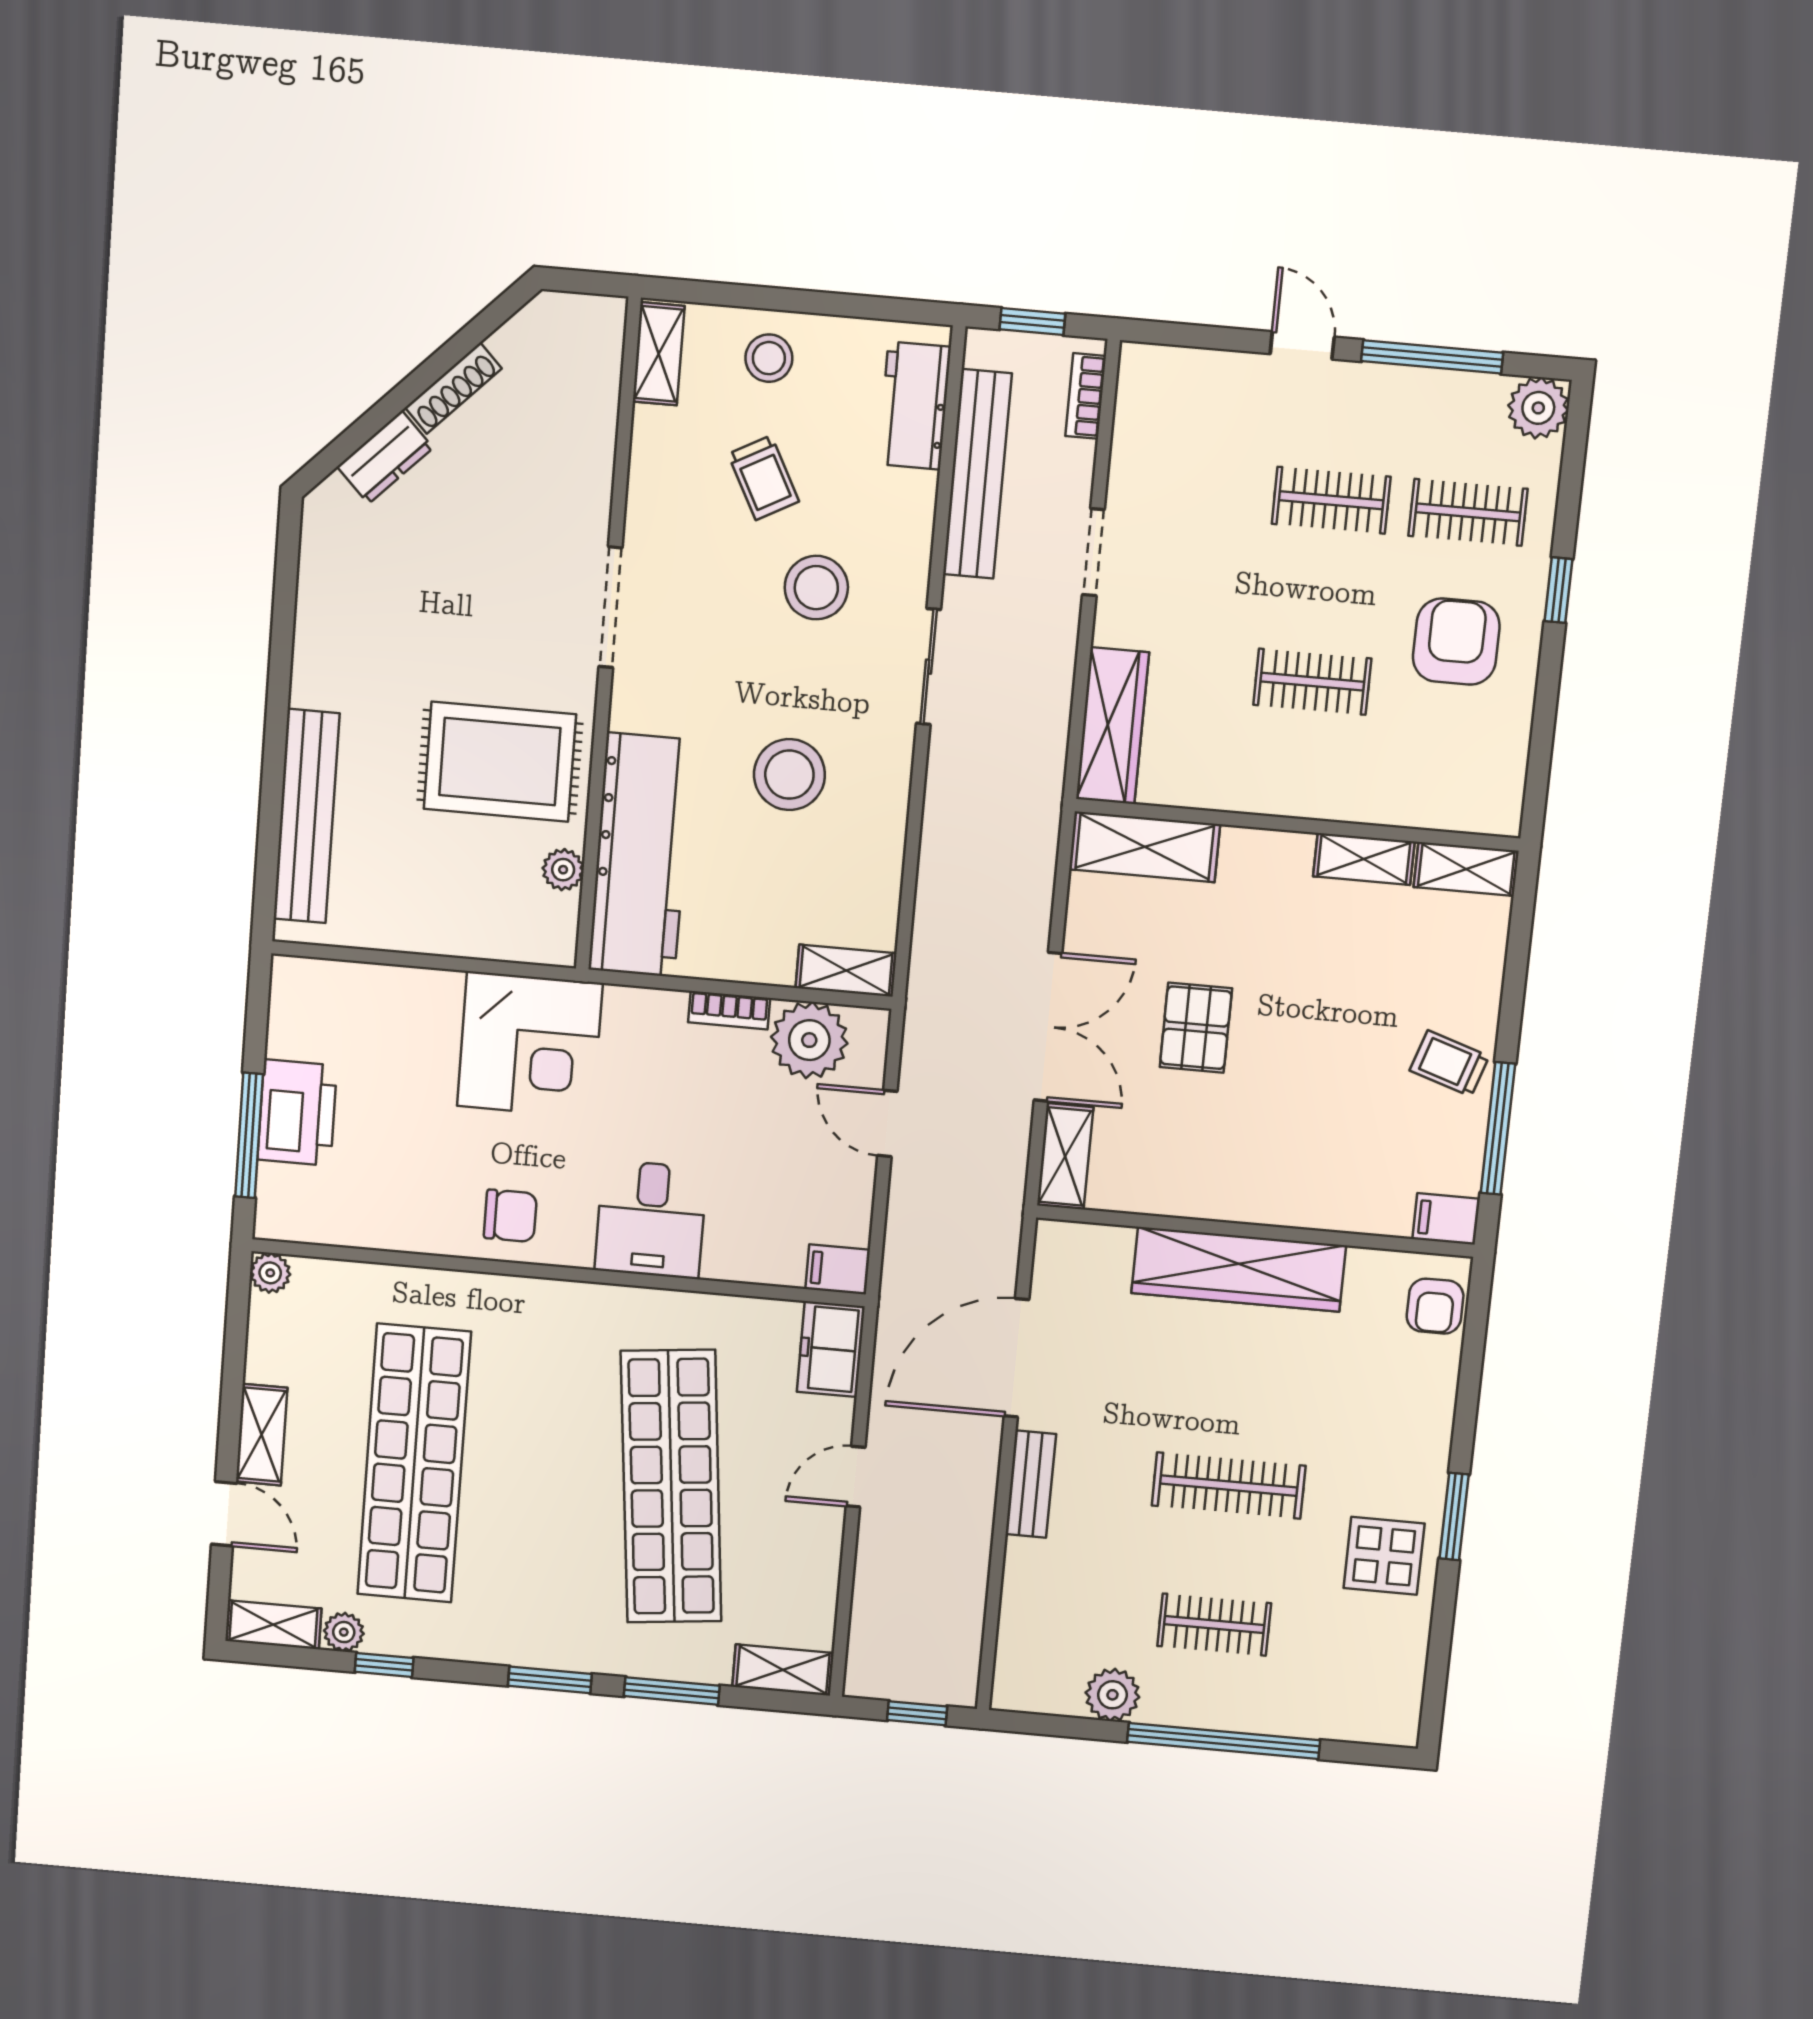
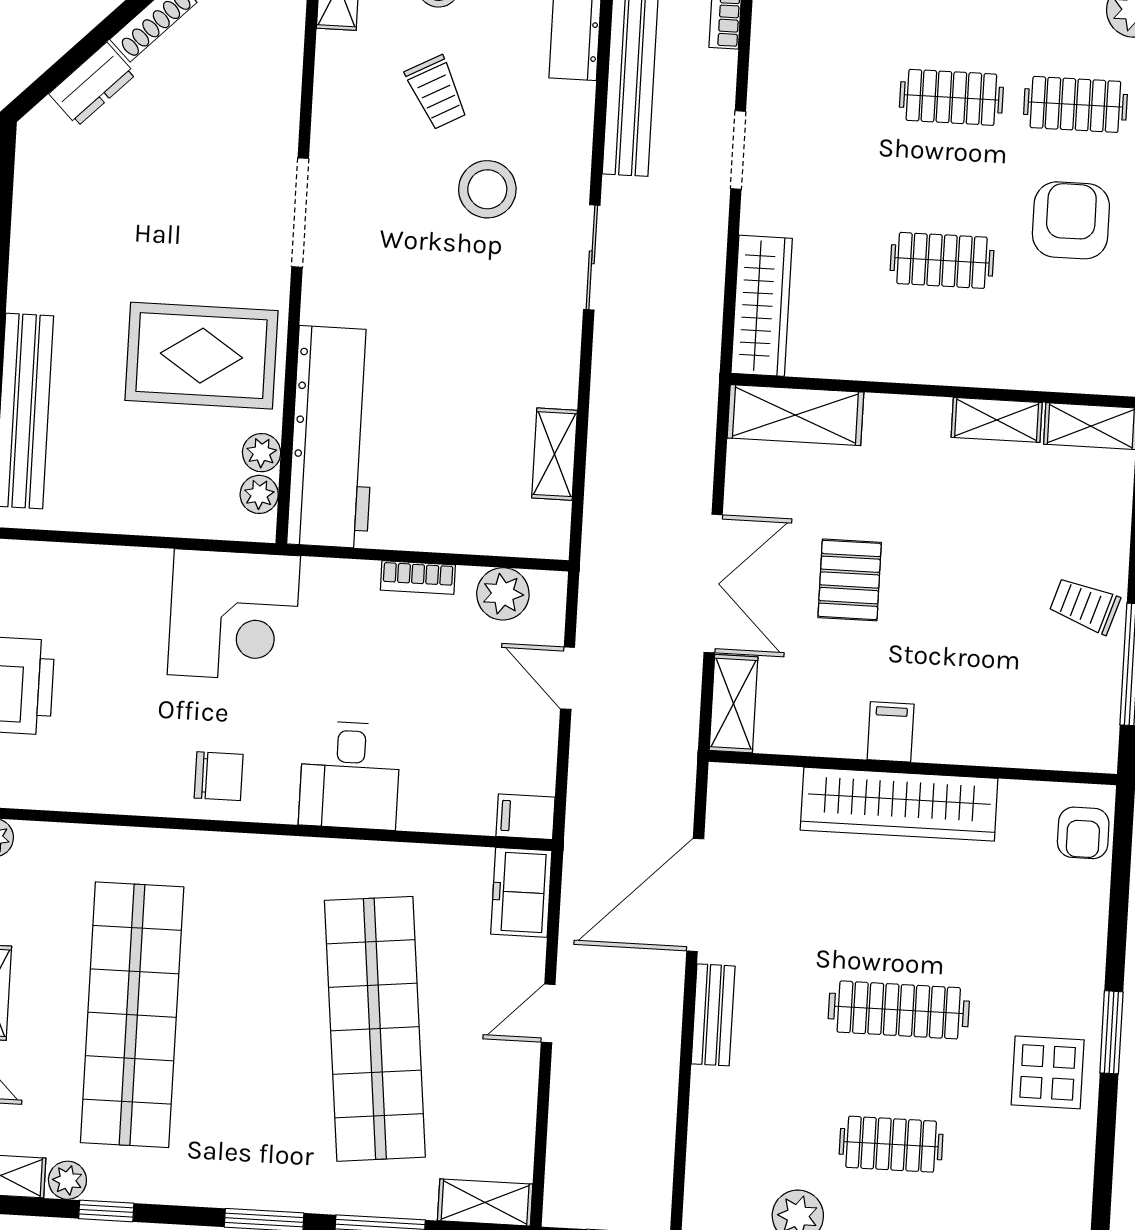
stool: (789, 775) -> (468, 359), removed
plant: (560, 915) -> (259, 494), added
shelving: (846, 971) -> (555, 454), moved, turned 90
plant: (809, 1040) -> (503, 594), width x0.73, depth x0.73
filing cabinet: (1446, 1219) -> (891, 732), moved, turned 90

